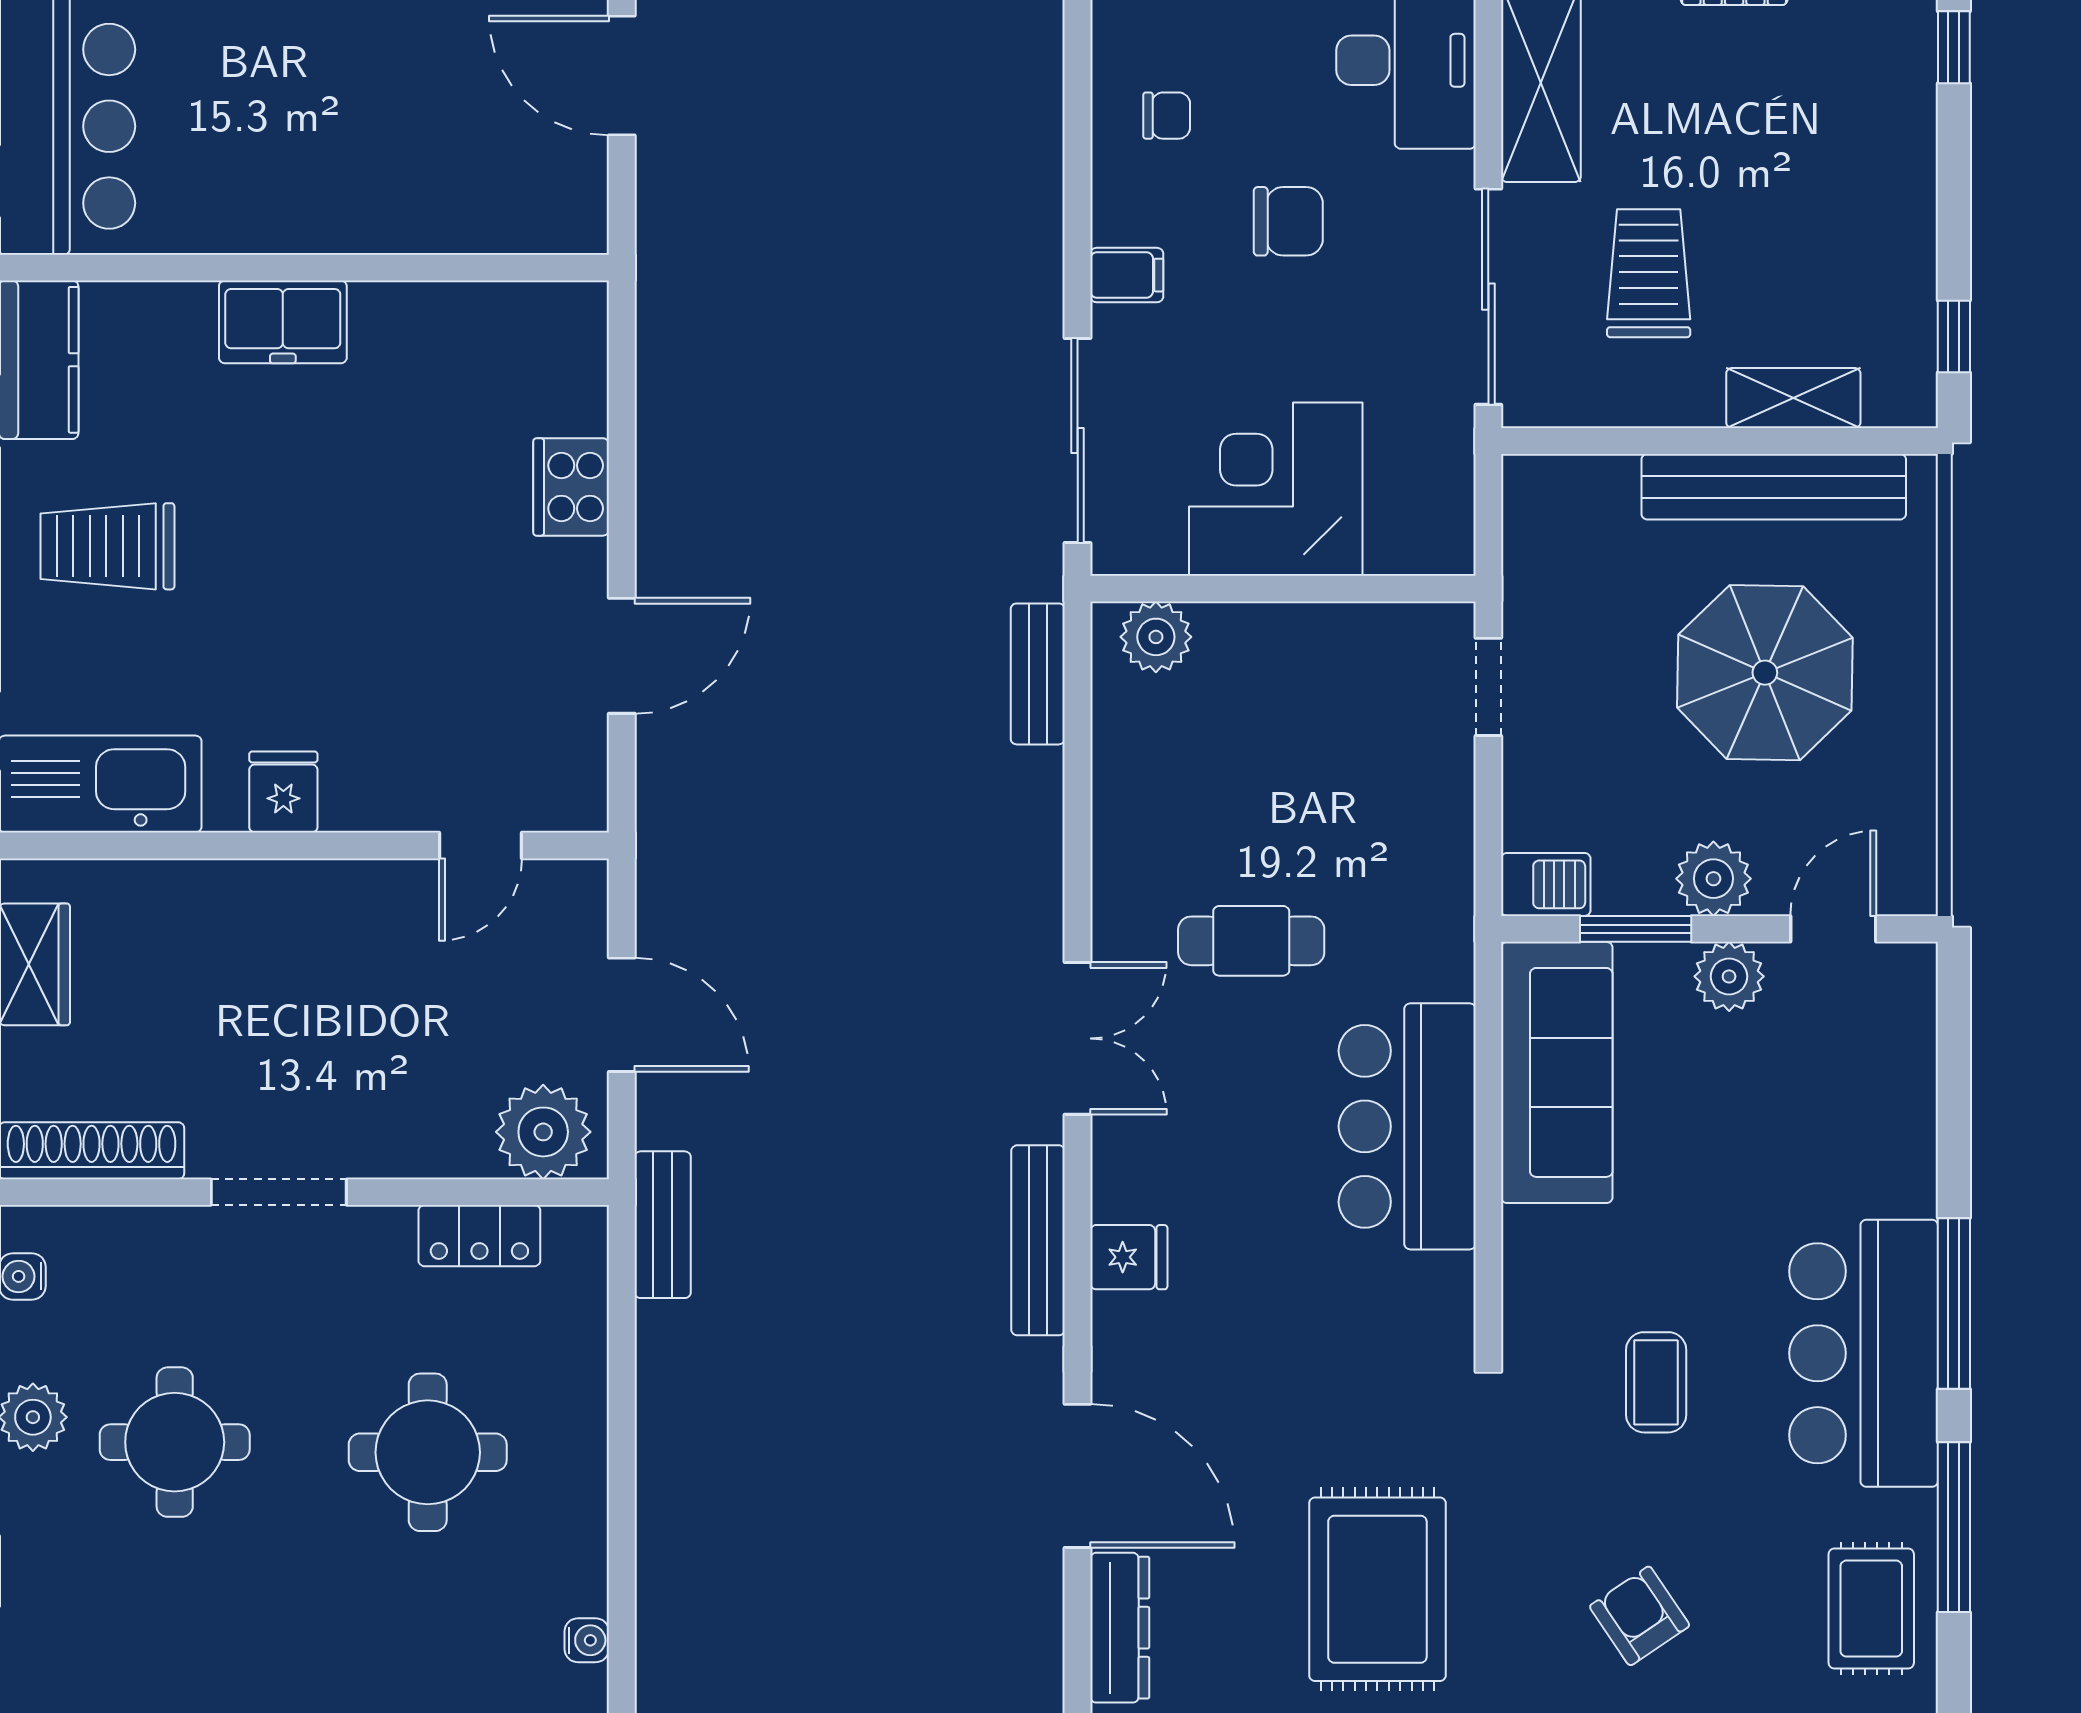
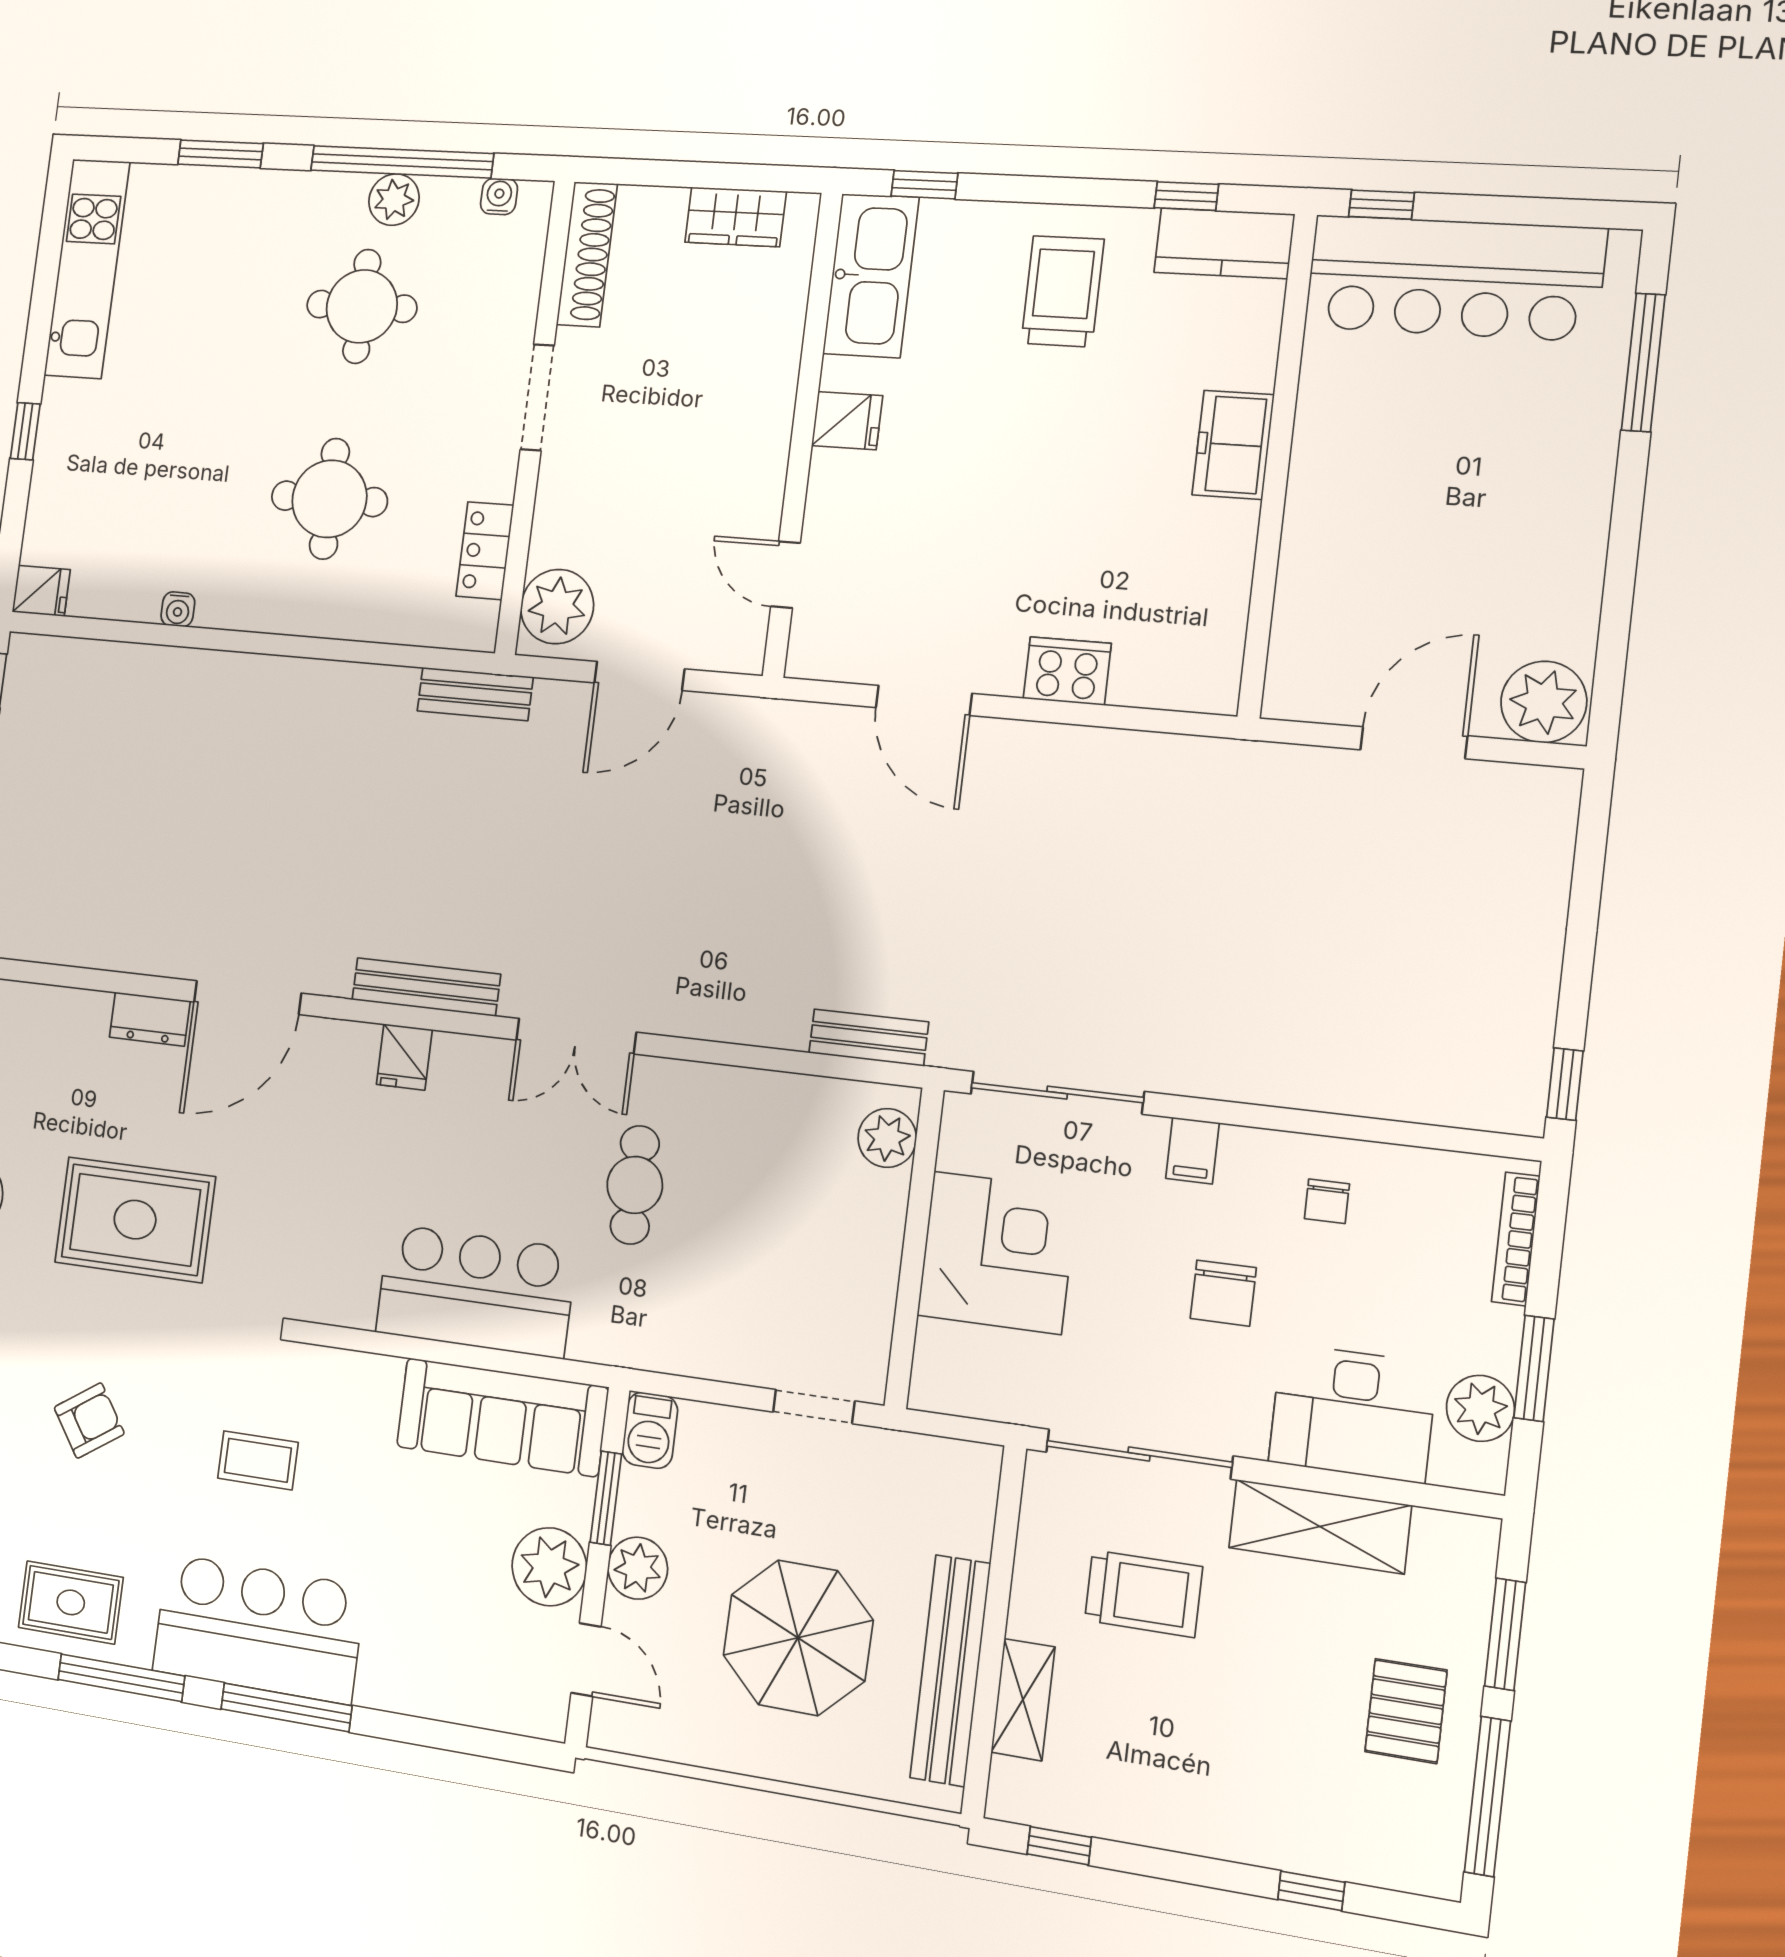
plant: (1729, 976) -> (549, 1567), width x1.36, depth x1.36
dresser: (1120, 1628) -> (150, 1019), width x0.70

